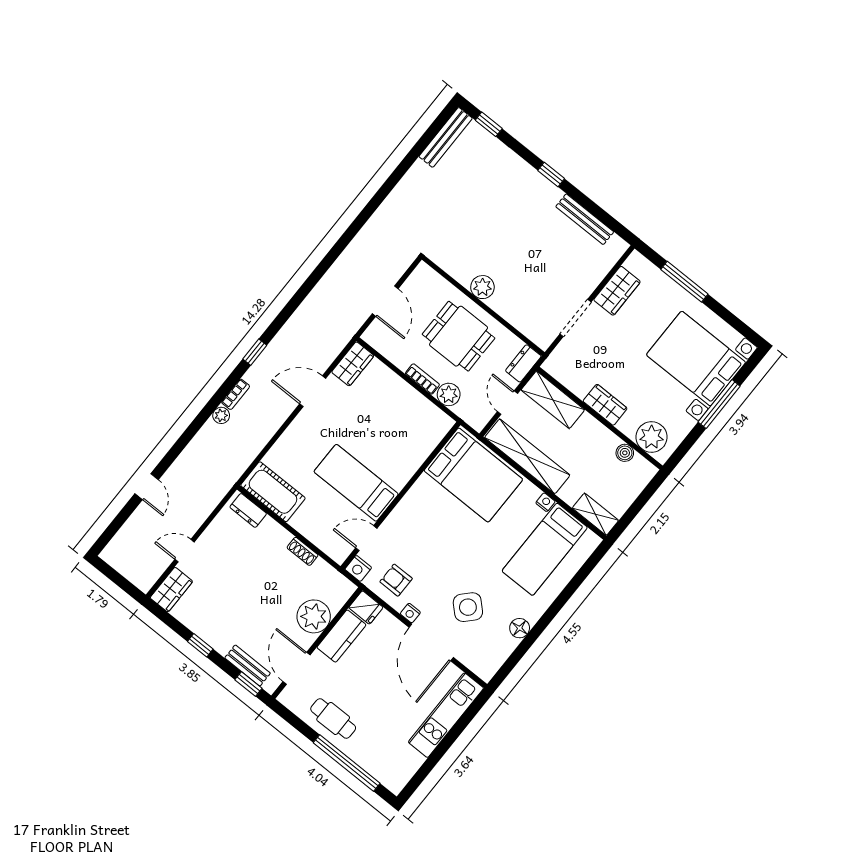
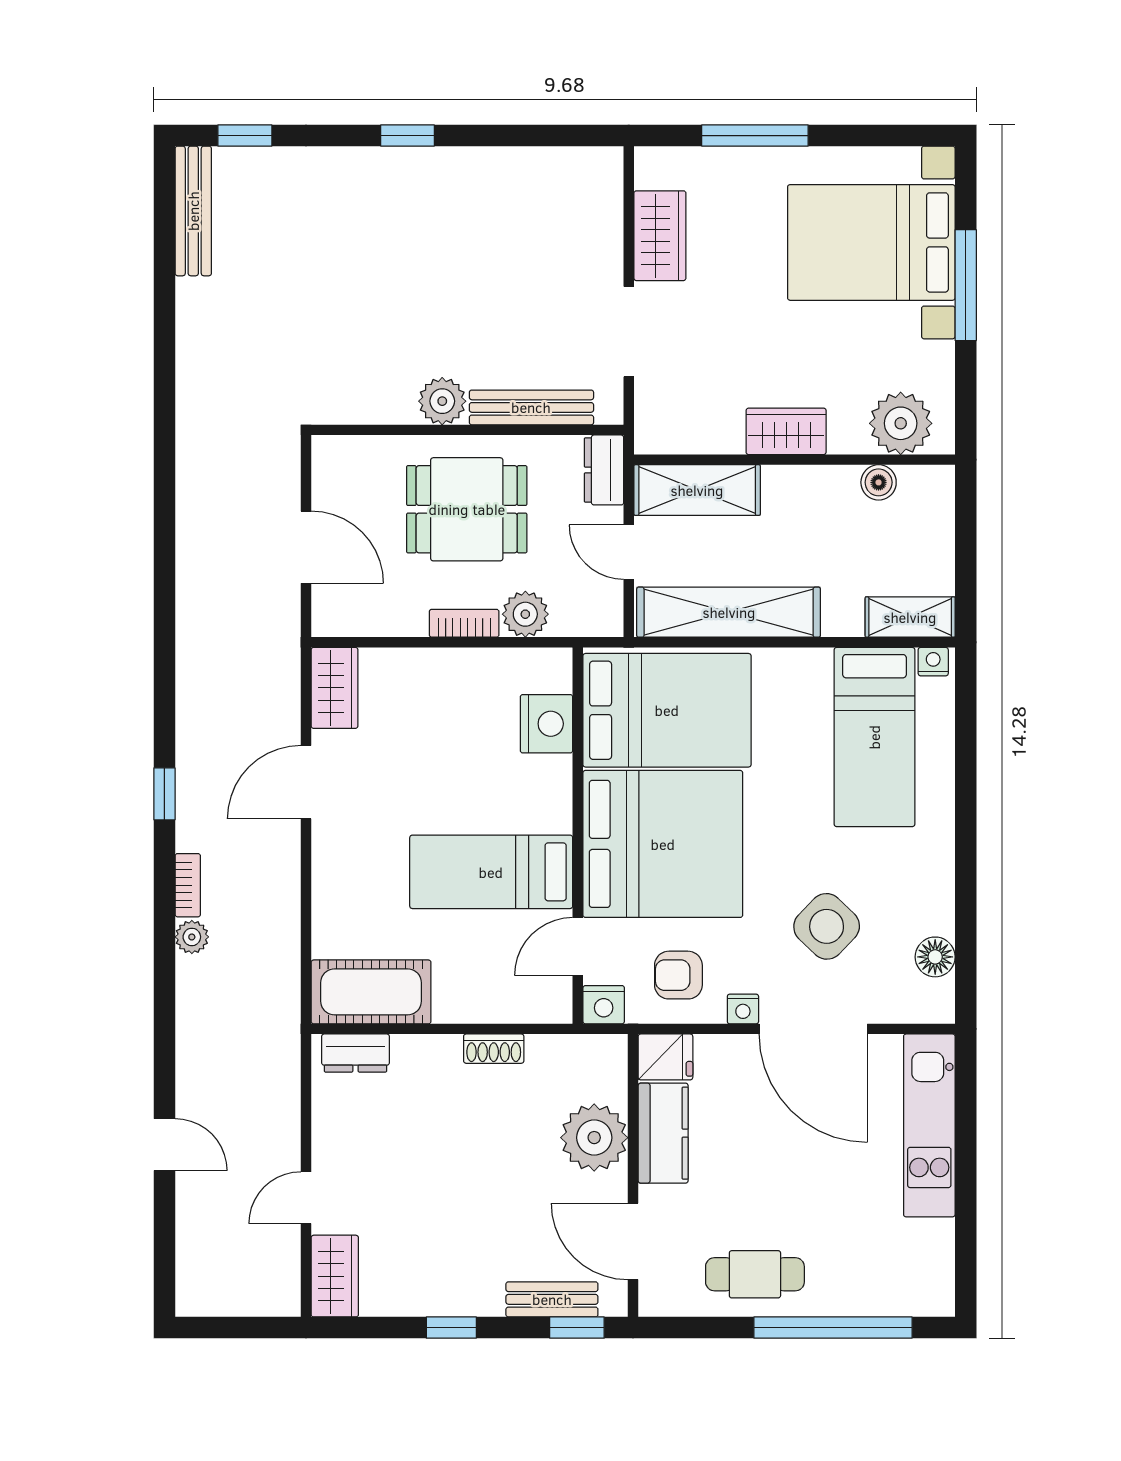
bench: (585, 219) -> (531, 407), moved
nightstand: (423, 443) -> (547, 724), added
nightstand: (545, 502) -> (933, 662), moved
bed: (431, 525) -> (663, 844), added
floor lamp: (520, 628) -> (935, 957), moved

